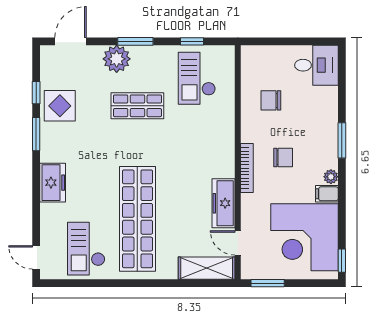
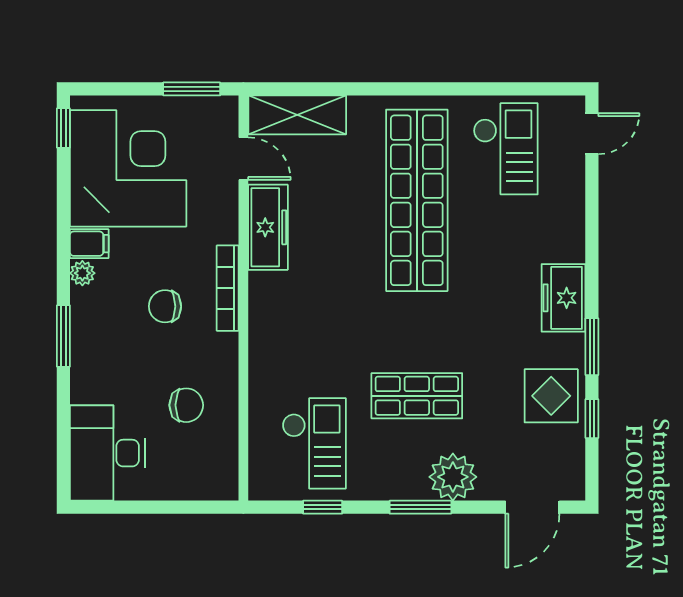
desk: (316, 65) -> (107, 453), width x1.37
freezer: (53, 183) -> (563, 298), moved
door: (36, 257) -> (592, 134), hinge flipped

